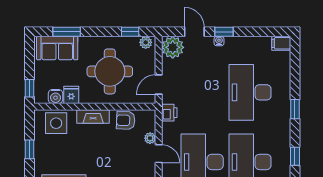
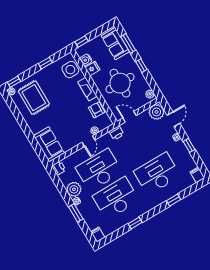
window: (130, 32) -> (141, 66), moved
window: (224, 32) -> (189, 145), moved
window: (295, 109) -> (174, 200), moved

